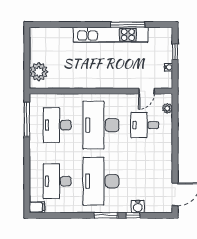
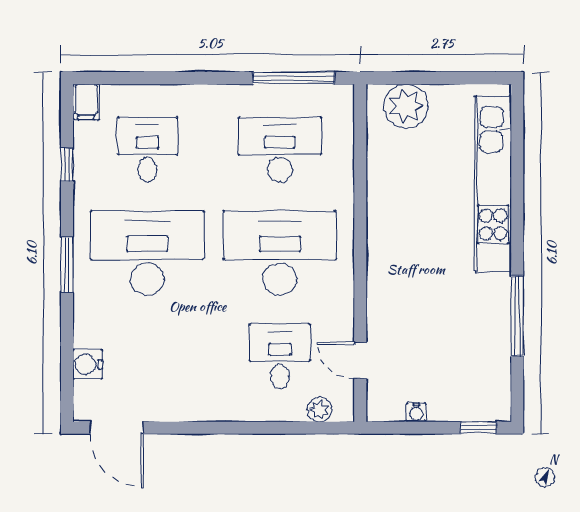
kitchen unit: (111, 35) -> (493, 184), moved
window: (175, 52) -> (478, 428), moved
desk: (57, 181) -> (147, 150), width x0.73
water cooler: (138, 207) -> (88, 364), moved
window: (133, 215) -> (67, 165), moved

